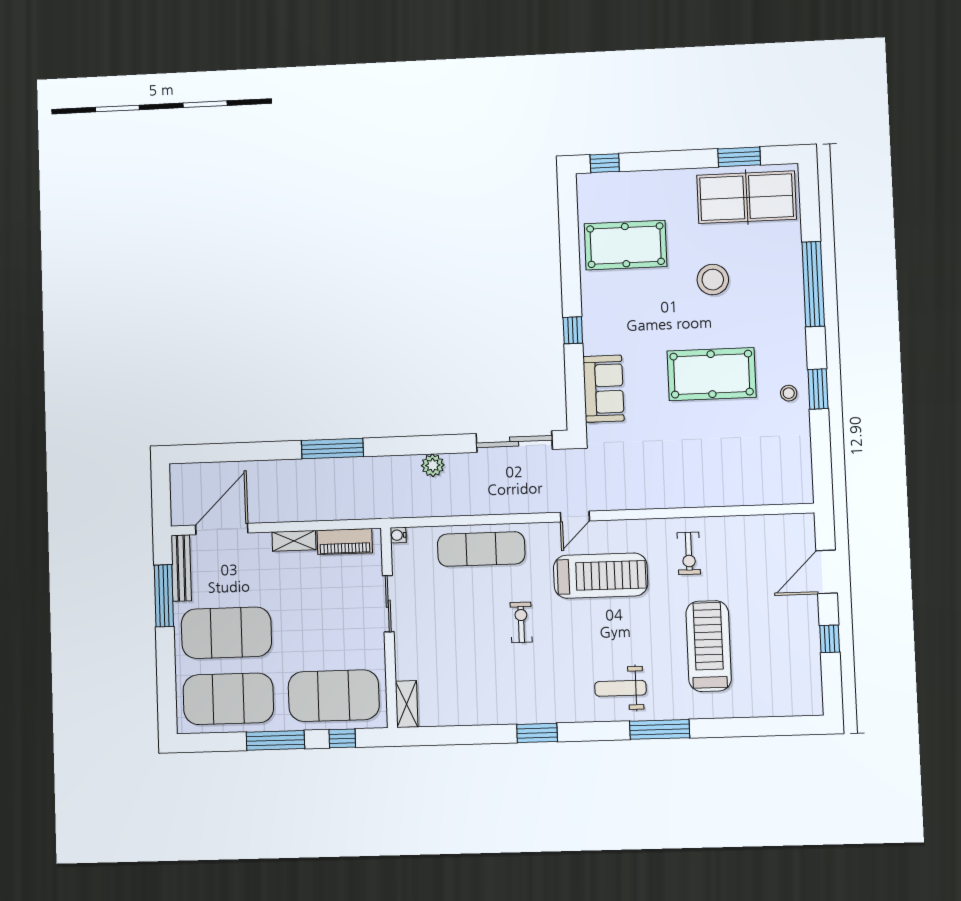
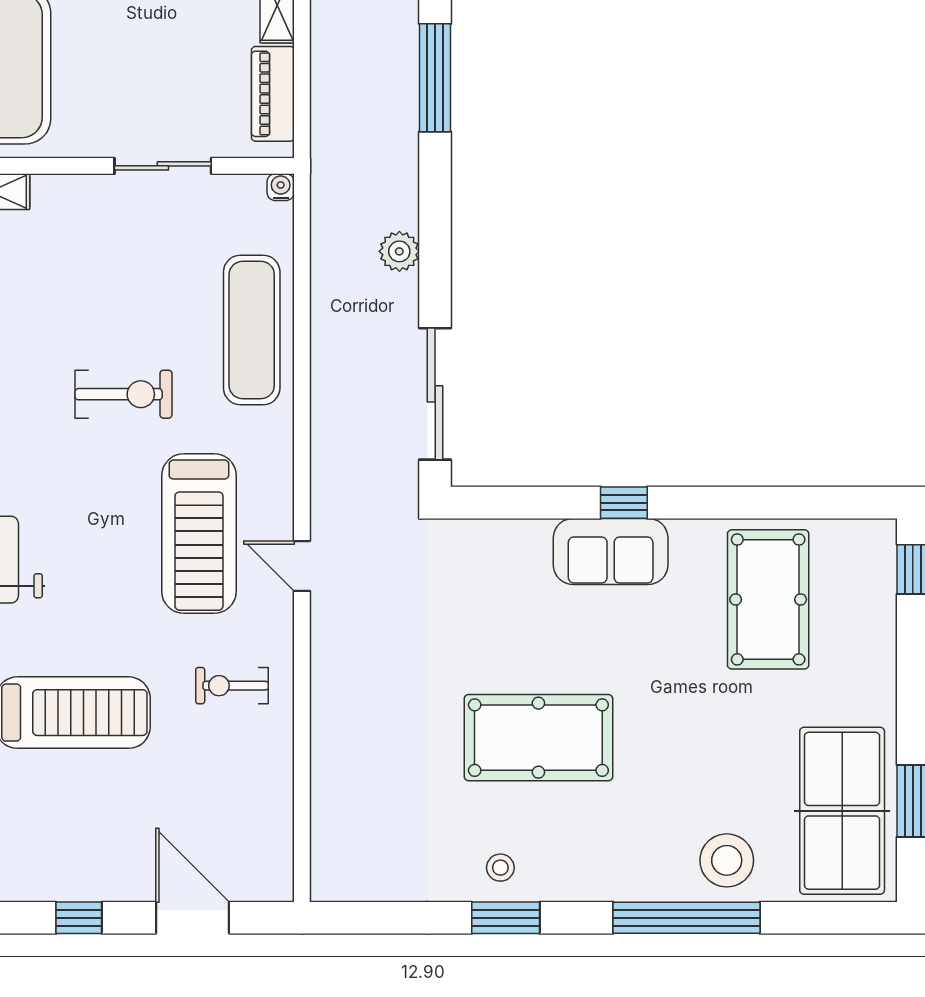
stool: (713, 280) -> (727, 860), moved
pool table: (712, 374) -> (538, 738), turned 90
sofa: (603, 389) -> (611, 551), moved
door: (575, 517) -> (302, 566), moved
exercise bike: (521, 622) -> (123, 394), width x1.38, depth x1.39

